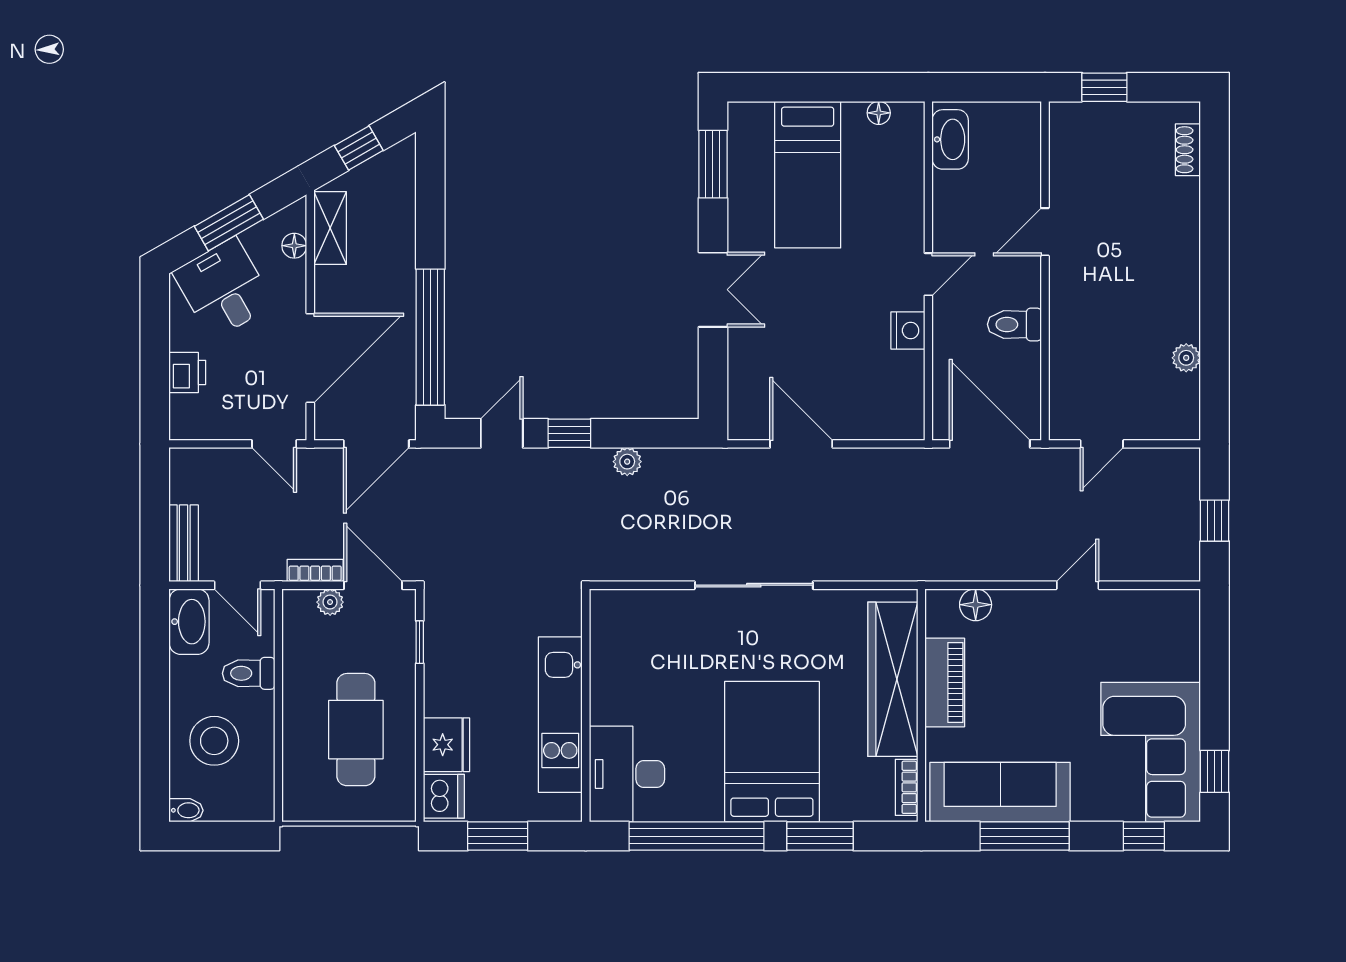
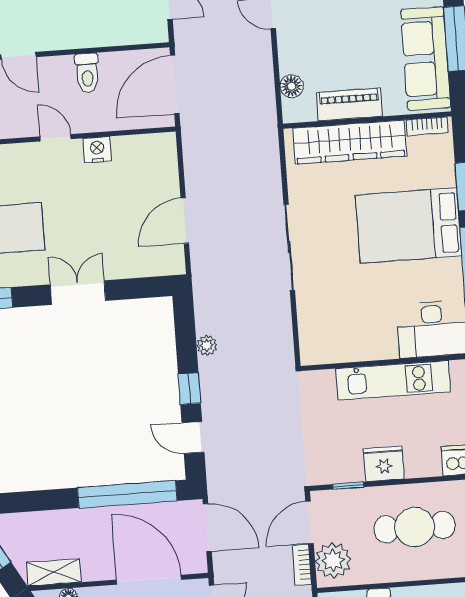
plant: (330, 602) -> (333, 560), width x1.87, depth x1.87
fridge: (446, 745) -> (384, 464), moved

